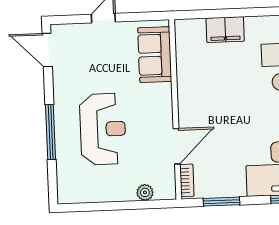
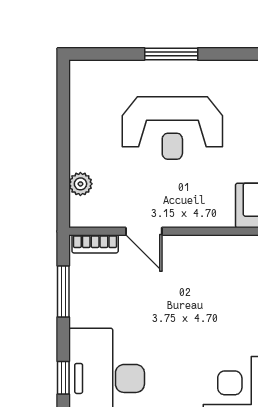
window: (50, 132) -> (171, 54), width x0.69
door: (177, 146) -> (144, 231), width x0.73

